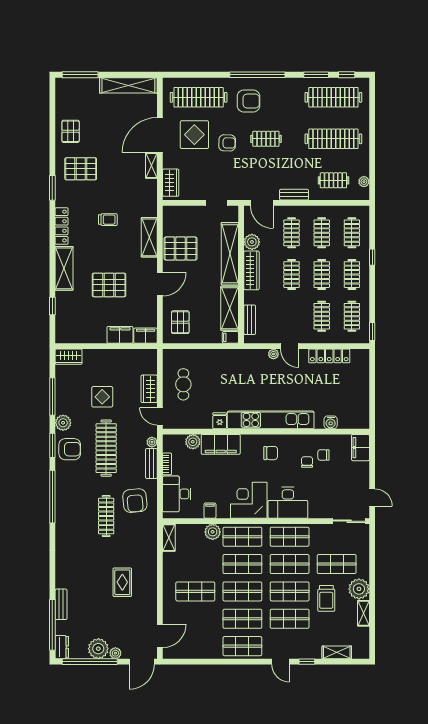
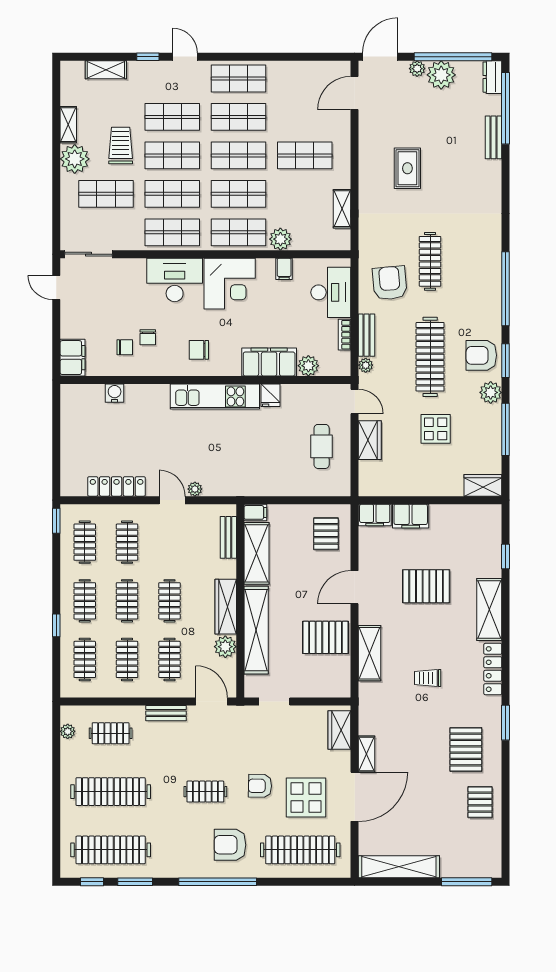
pallet: (81, 169) -> (466, 749), turned 90
kitchen unit: (271, 420) -> (215, 396), width x0.73
shelving: (169, 538) -> (342, 209), moved

